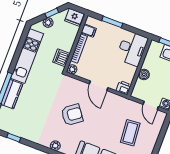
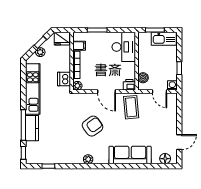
boiler: (144, 74) -> (143, 78), moved
coffee table: (130, 133) -> (131, 107), moved

